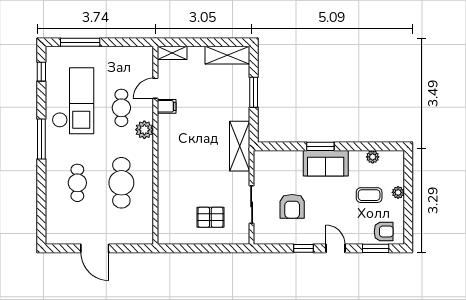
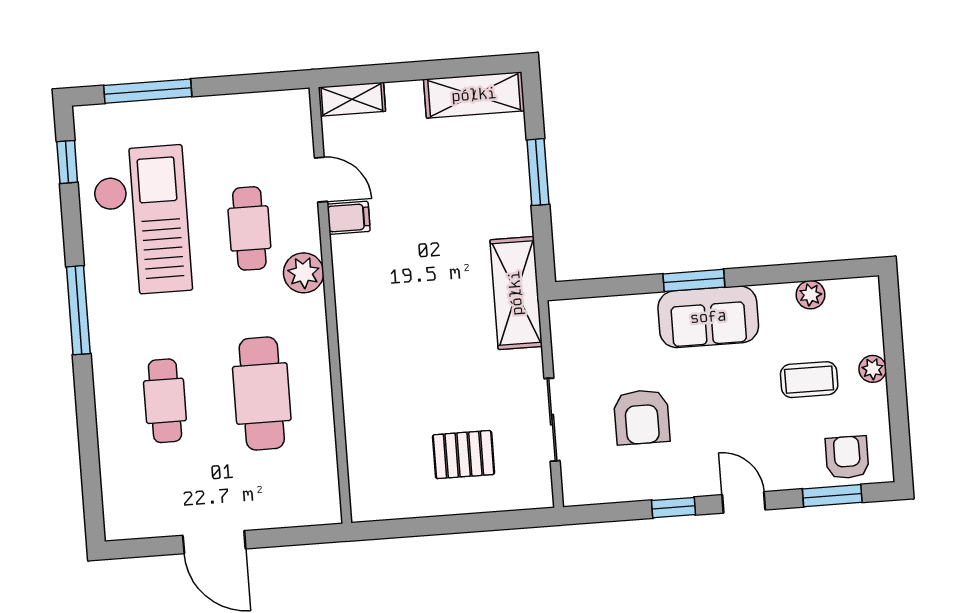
door: (155, 88) -> (321, 180), swing flipped
armchair: (384, 232) -> (847, 457), turned -90

